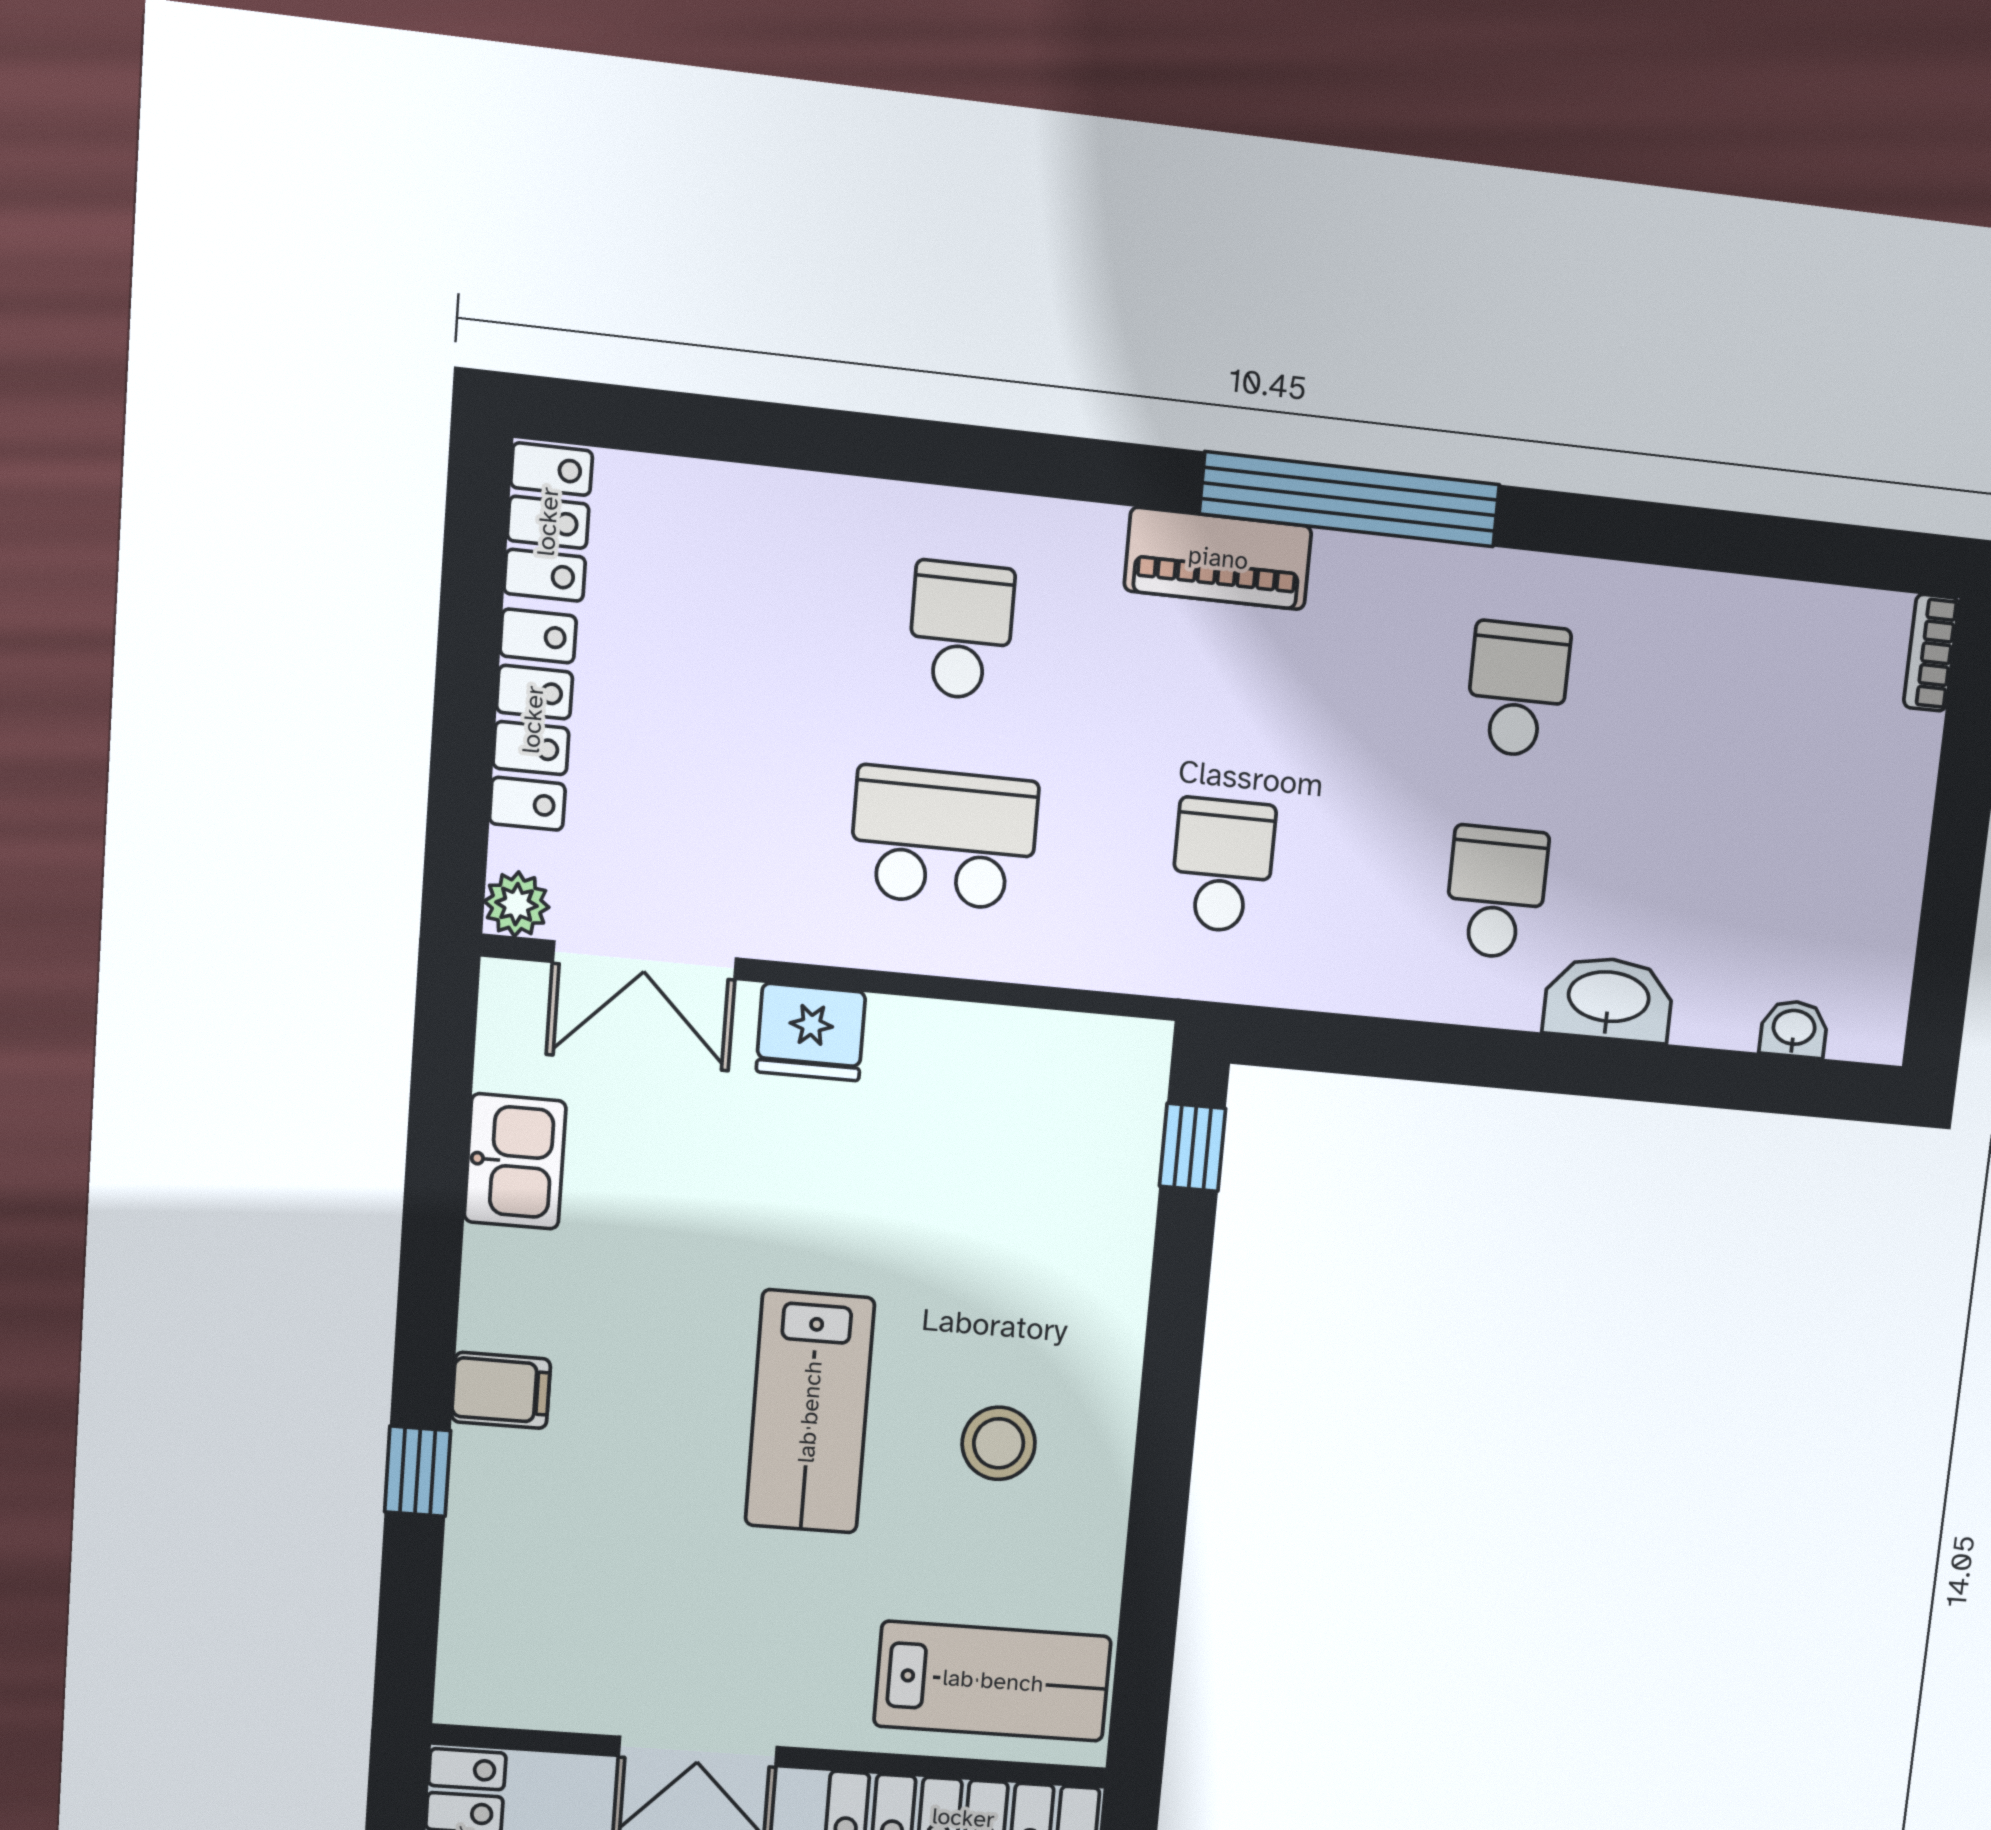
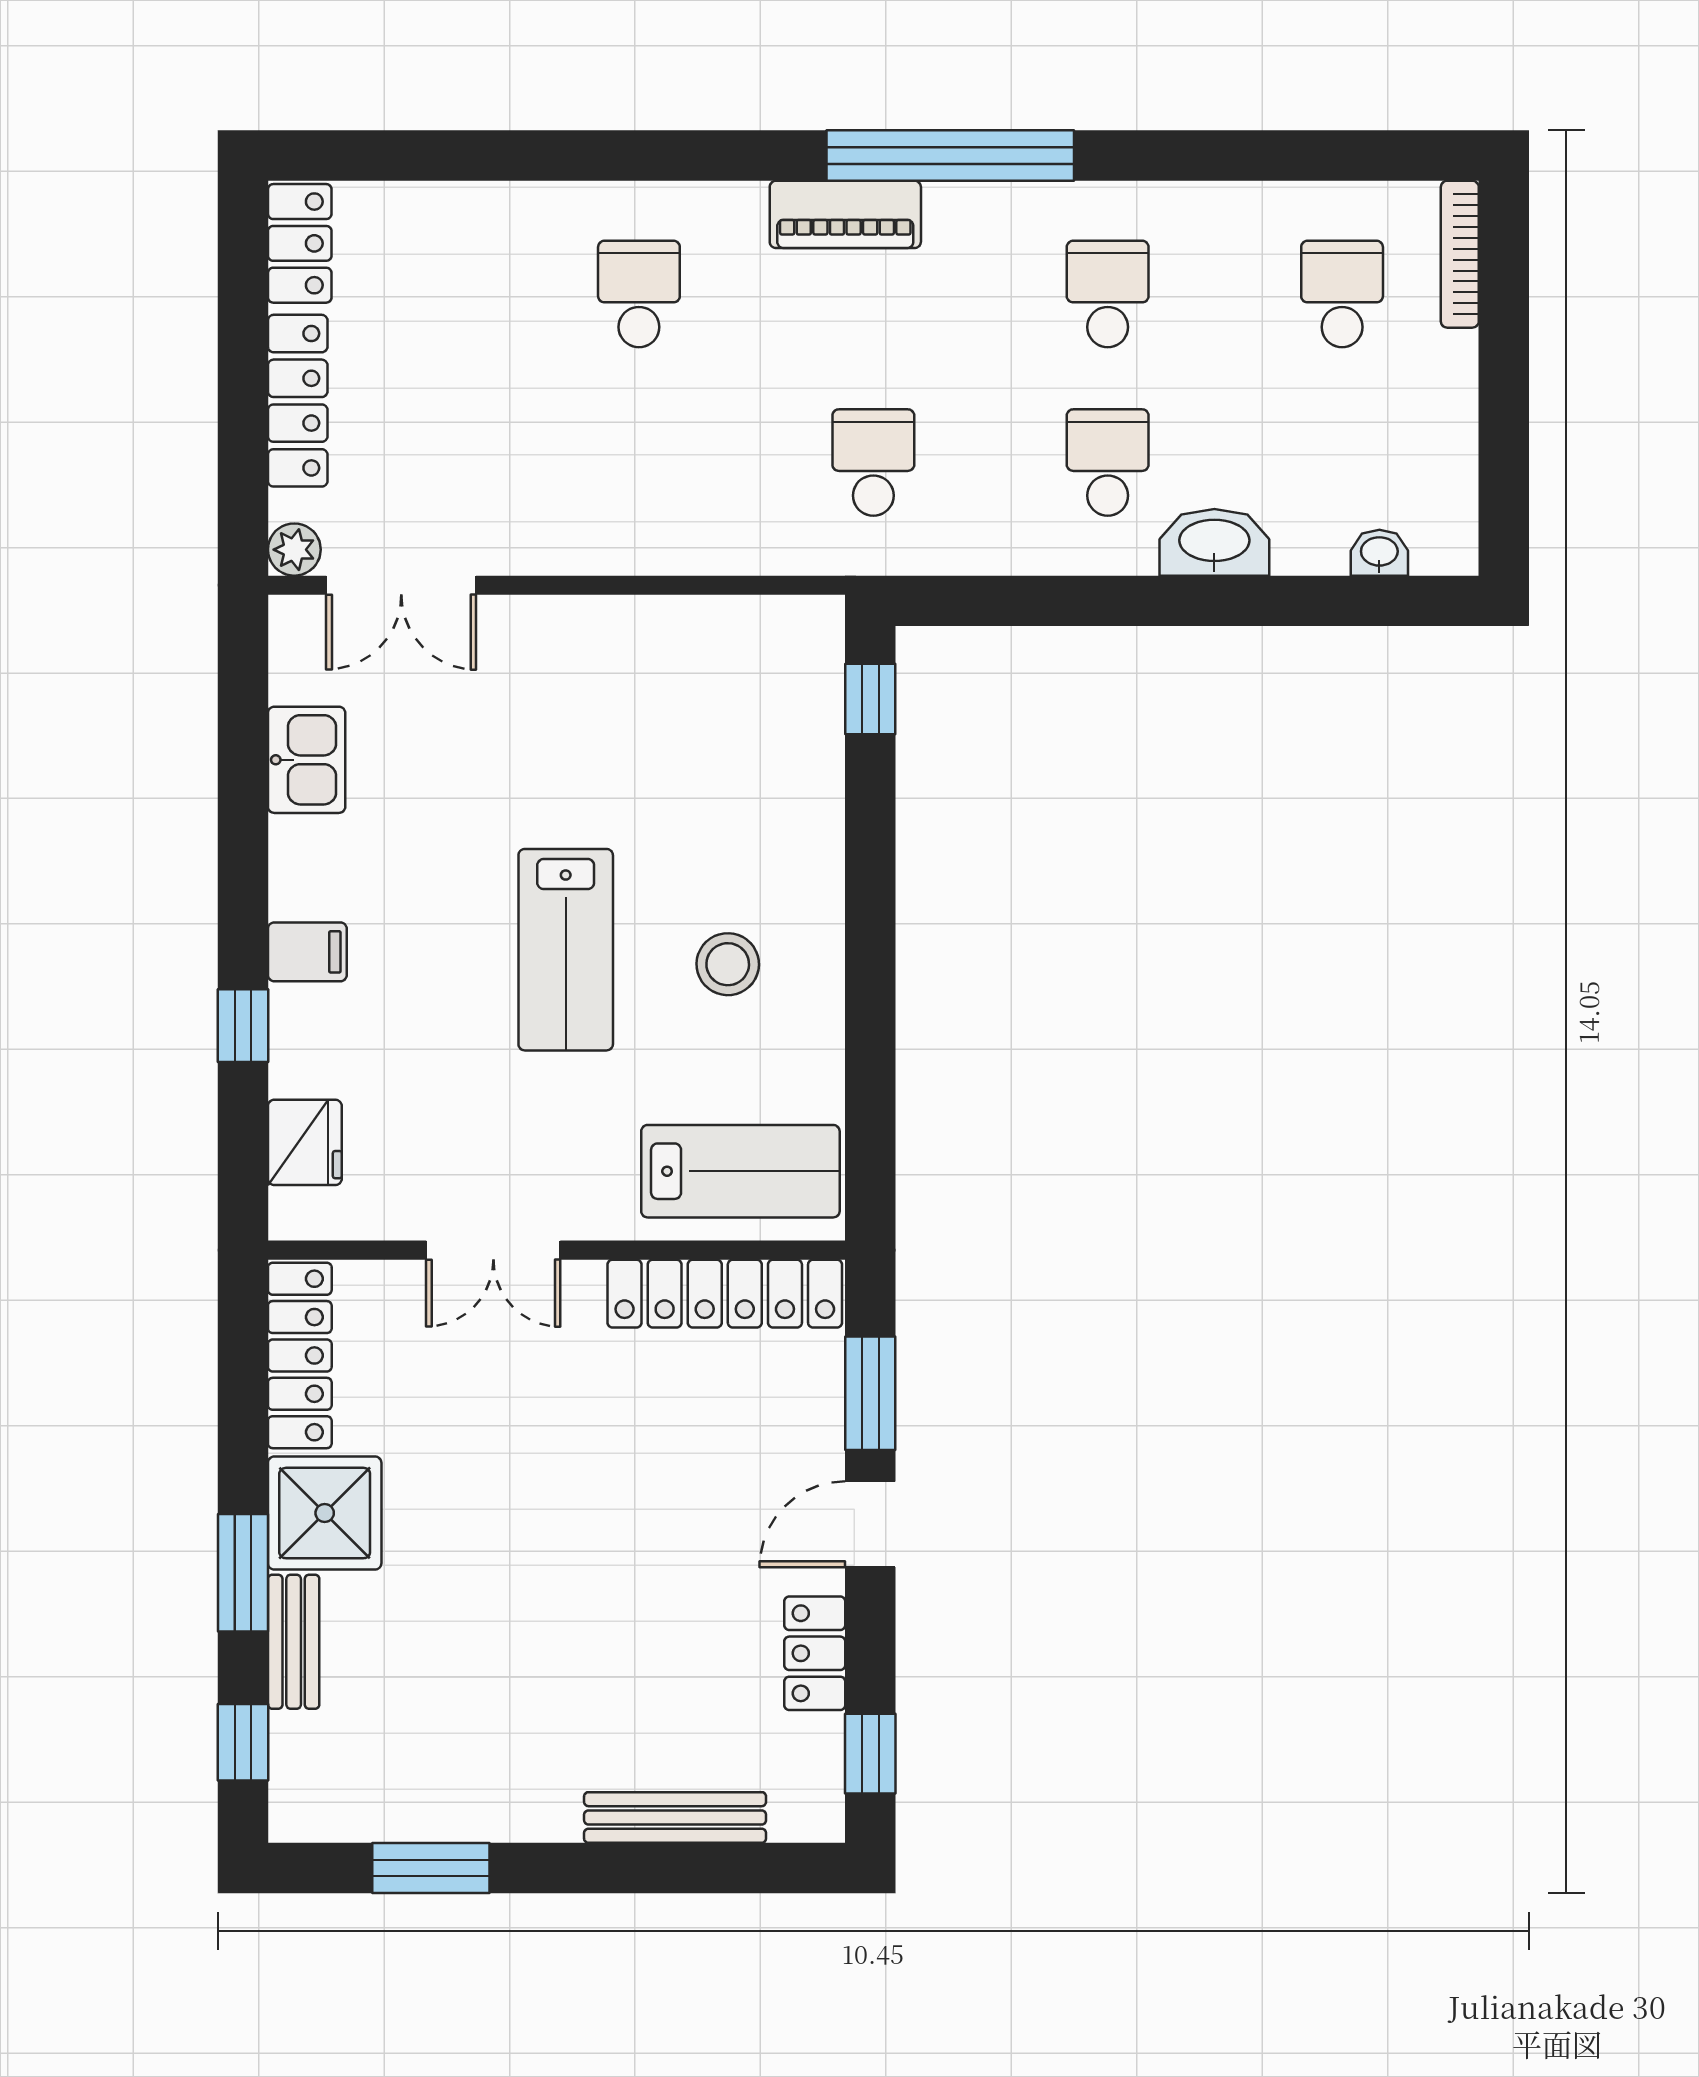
bookcase: (1931, 653) -> (1460, 254), width x1.56
school desk: (944, 838) -> (1342, 294), moved, width x0.54
fridge: (811, 1032) -> (305, 1142), moved, turned -90

